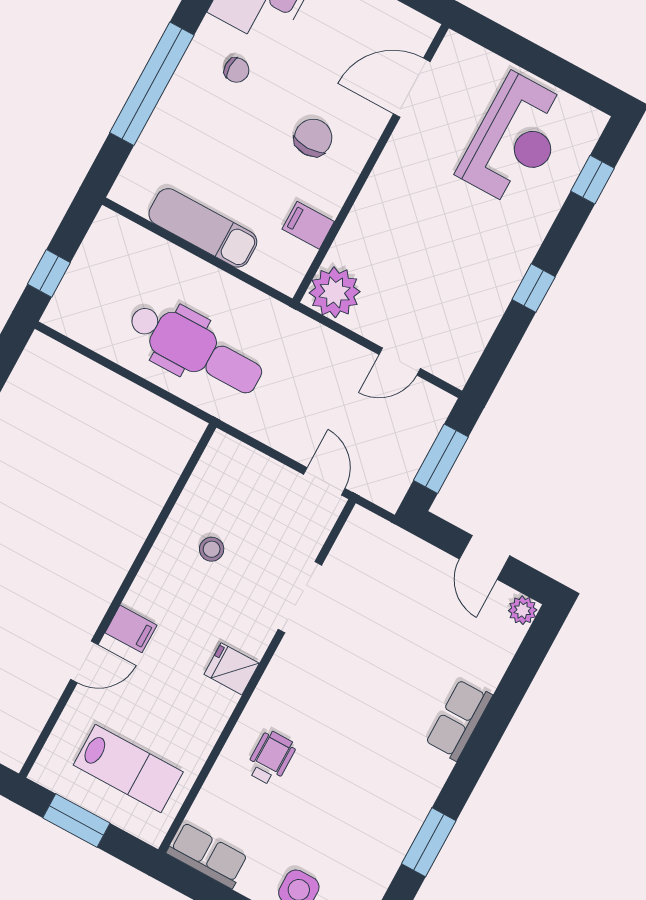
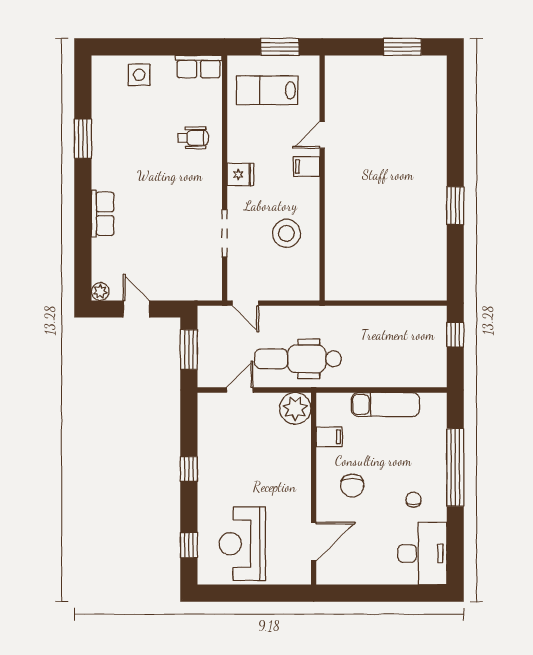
chair: (237, 70) -> (414, 500), turned 90
dental chair: (195, 349) -> (298, 359), moved
stool: (212, 549) -> (286, 233), width x1.89, depth x1.89
wheelchair: (271, 758) -> (193, 138), turned -90

